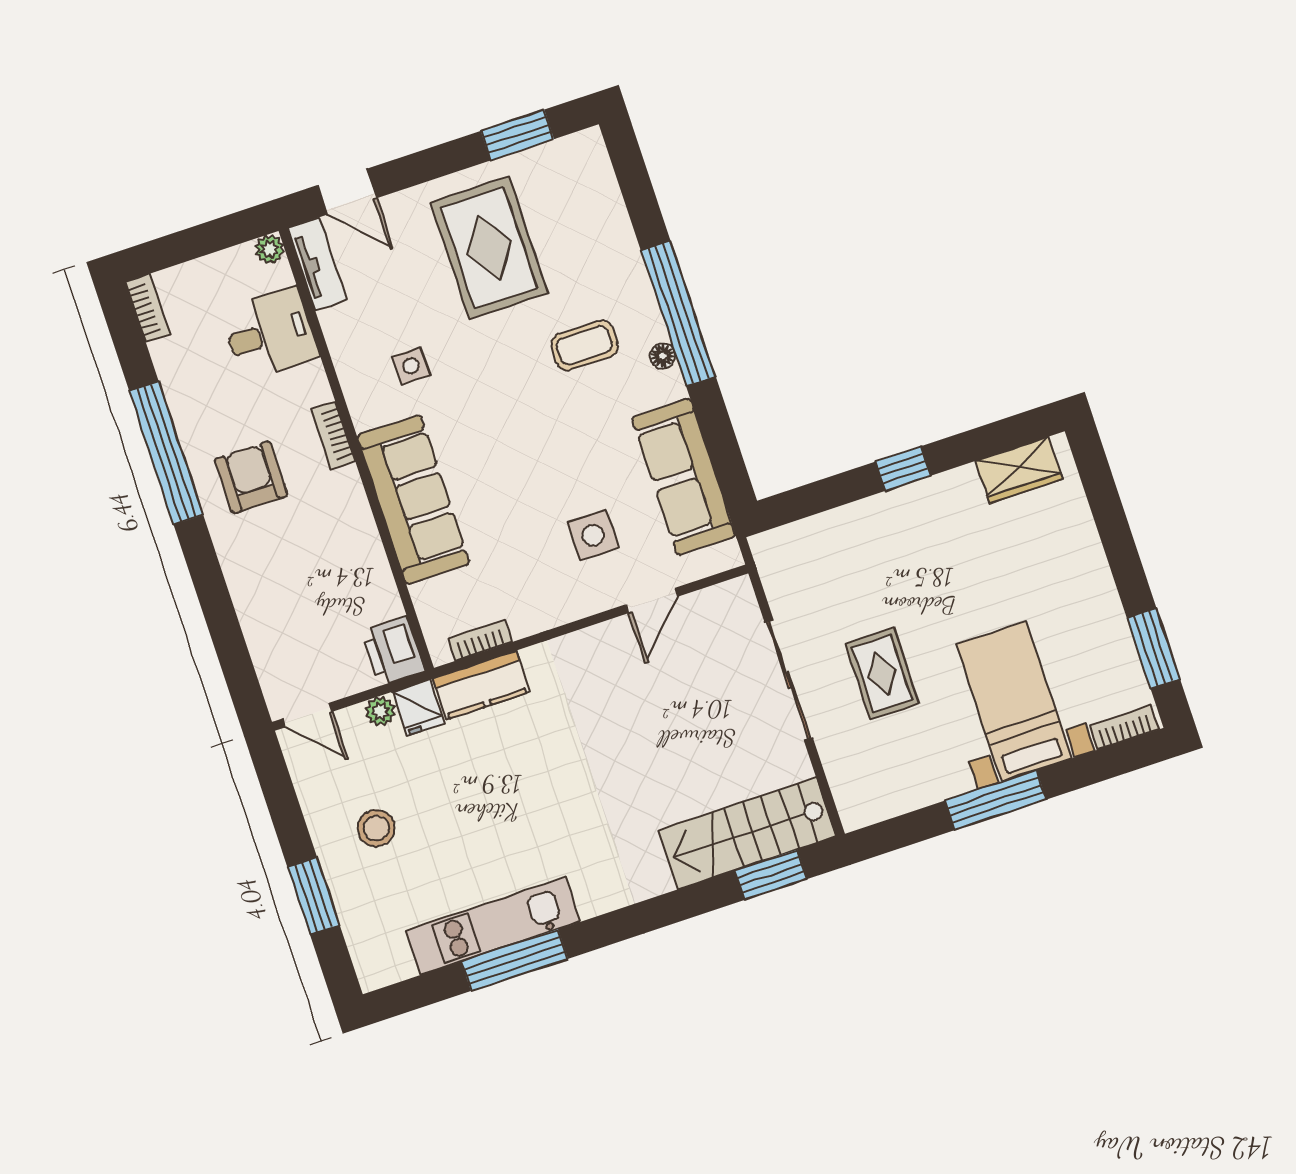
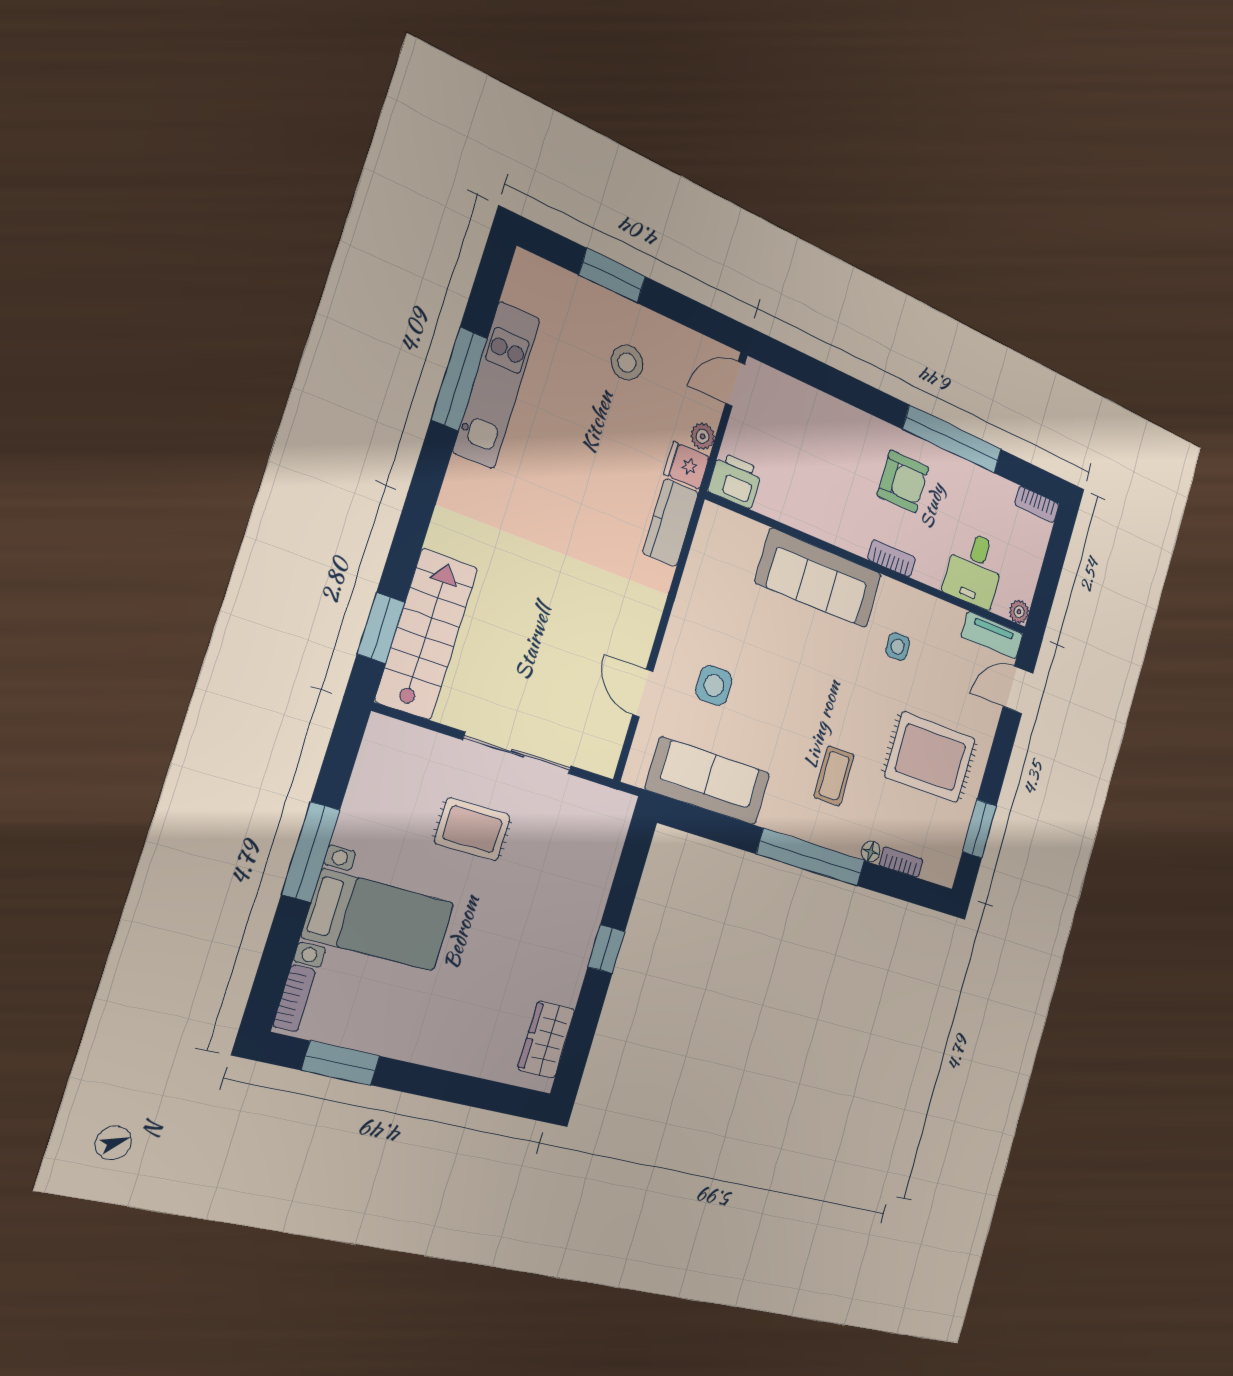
floor lamp: (663, 356) -> (871, 851), moved
bookcase: (480, 640) -> (901, 862), moved, turned -90

